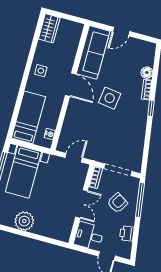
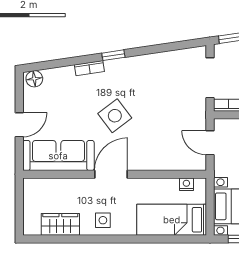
wardrobe: (49, 28) -> (60, 224), moved
door: (121, 31) -> (19, 125), hinge flipped
floor lamp: (147, 73) -> (34, 79), moved
side table: (110, 98) -> (115, 116), turned 45

